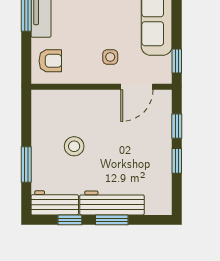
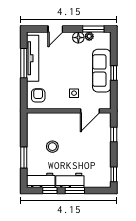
armchair: (50, 61) -> (38, 95), turned -90
window: (177, 61) -> (114, 73), moved
window: (177, 161) -> (114, 174), moved
workbench: (112, 203) -> (70, 180), width x0.73

